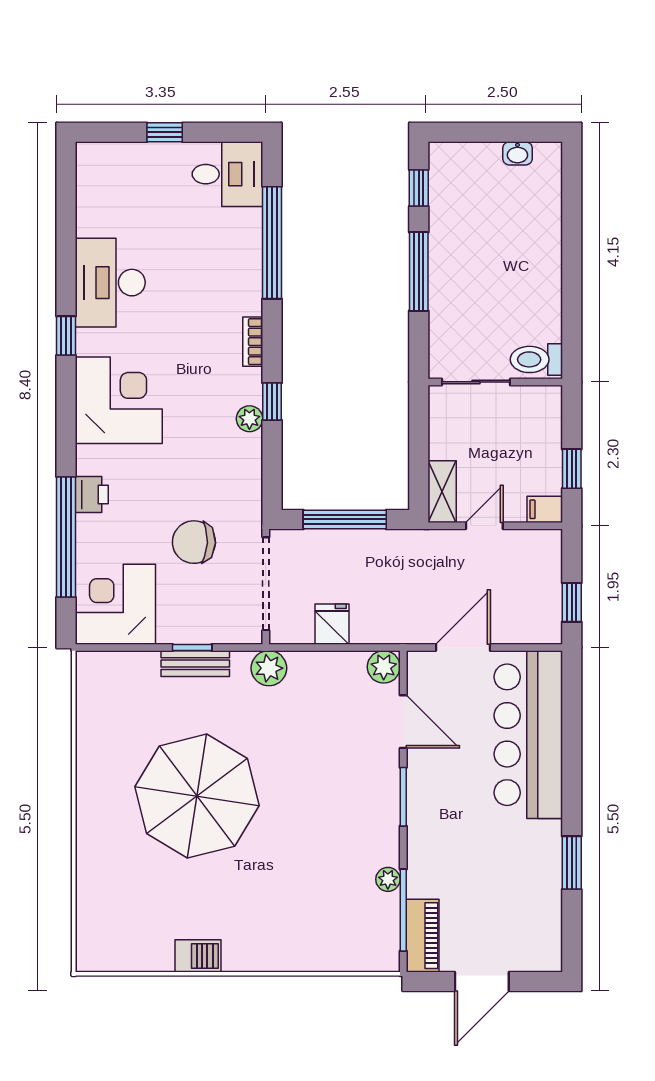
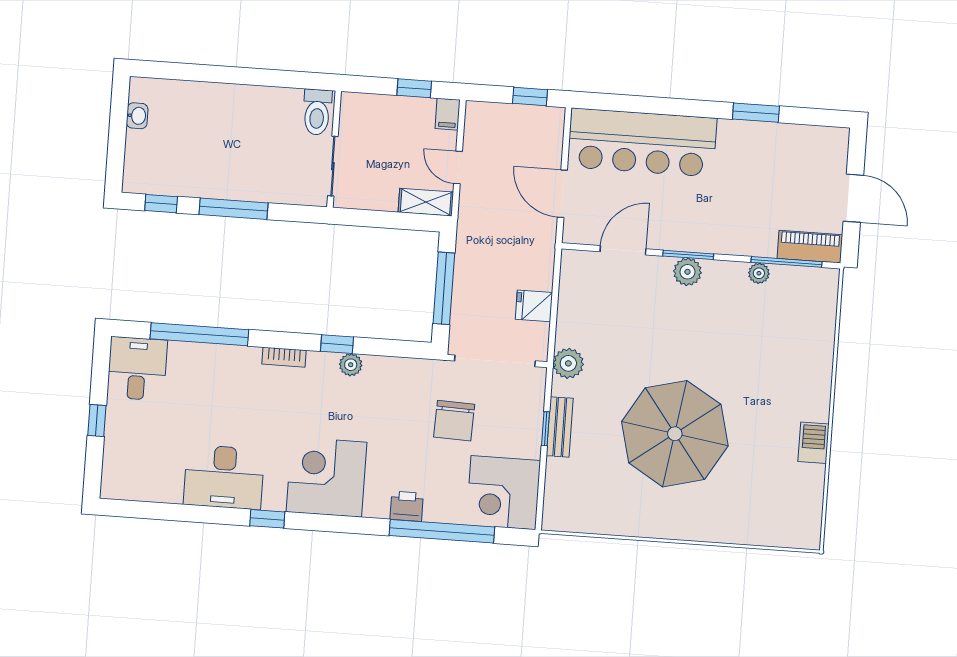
plant: (384, 667) -> (687, 272), moved

